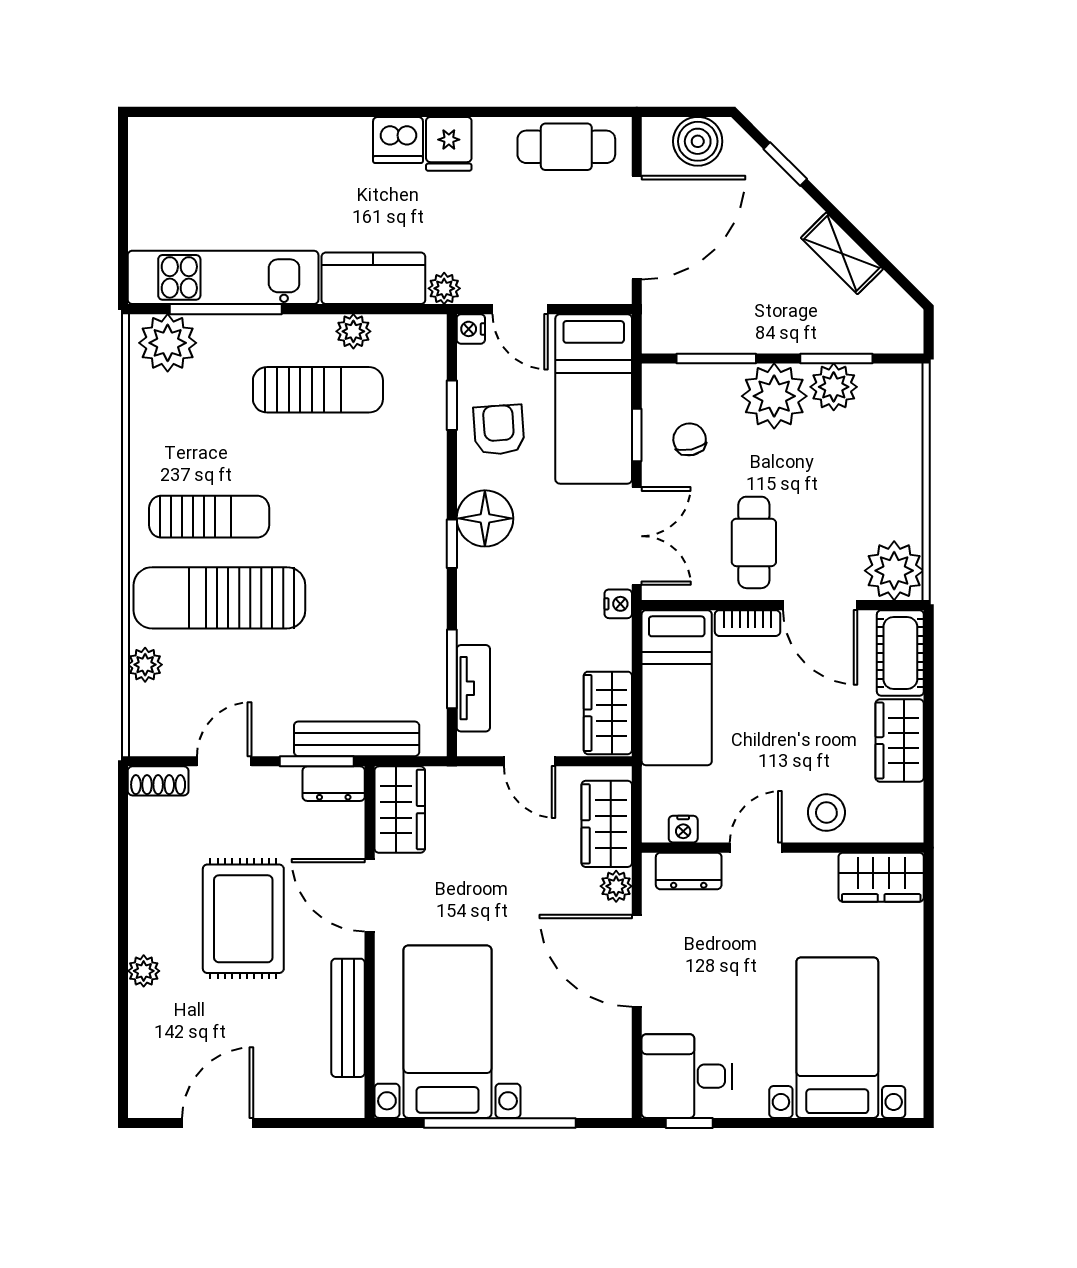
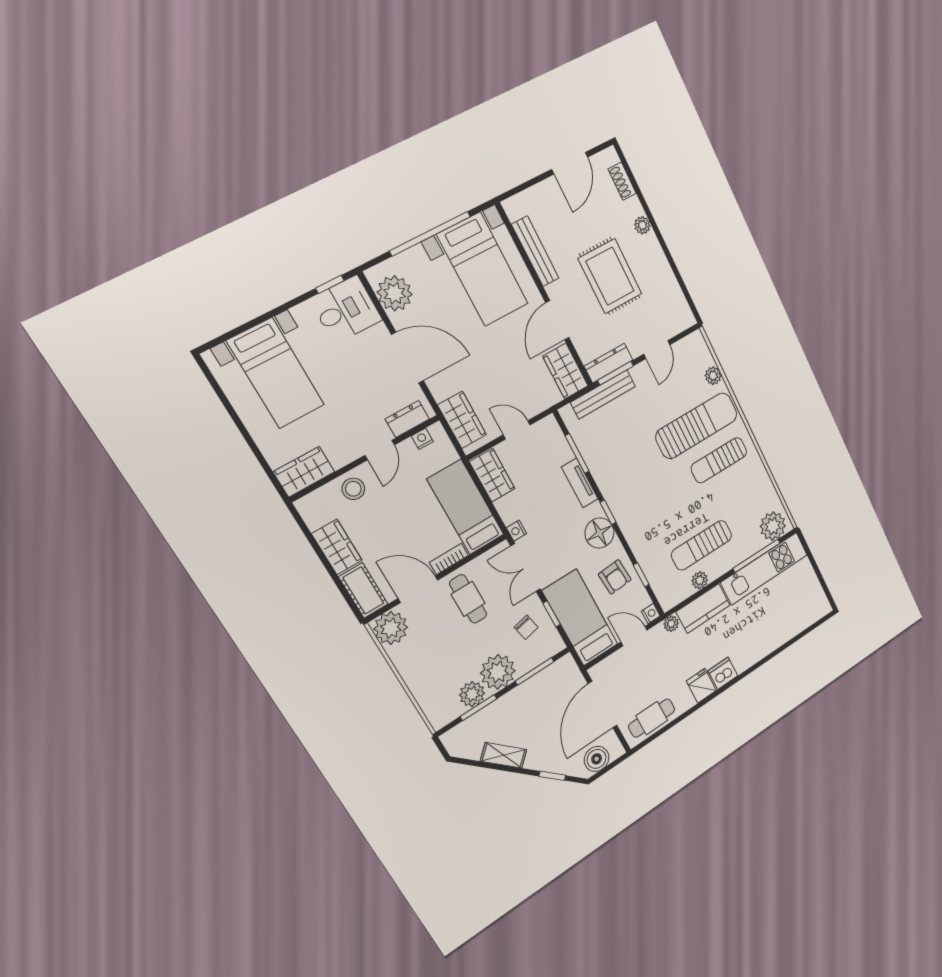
tv unit: (473, 688) -> (580, 483), moved
shoe rack: (158, 781) -> (622, 181), moved, turned -90
dresser: (334, 784) -> (609, 363), width x1.44
plant: (616, 886) -> (395, 293), moved, width x1.88, depth x1.88
door: (370, 895) -> (557, 320), swing flipped

